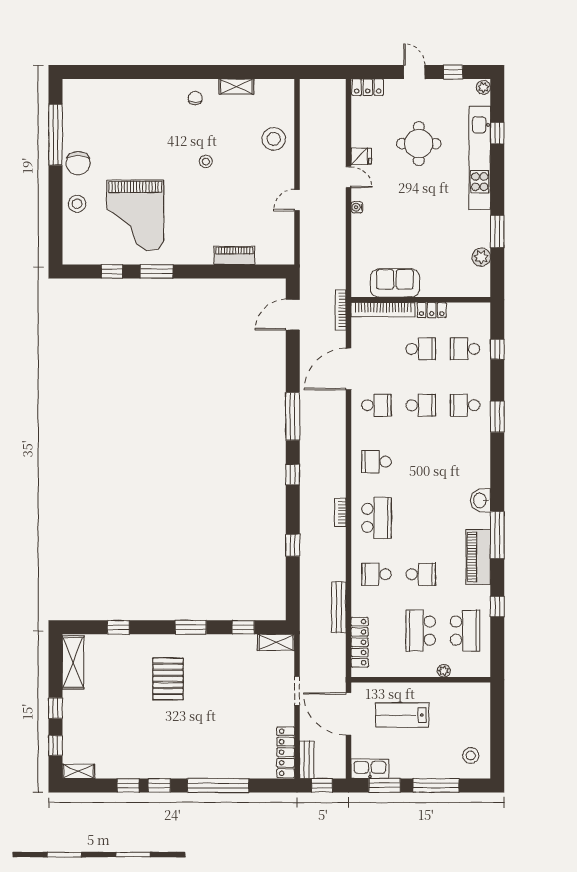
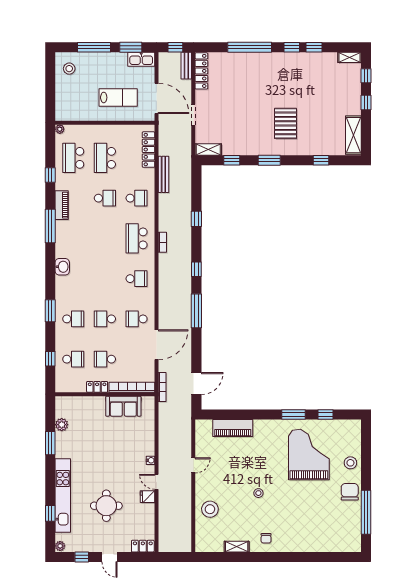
piano: (234, 255) -> (233, 428), width x1.37, depth x1.33
washbasin: (480, 500) -> (62, 267), moved
piano: (478, 557) -> (62, 205), width x0.73, depth x0.75
school desk: (421, 574) -> (105, 198), turned 180
school desk: (421, 631) -> (105, 158), turned 180
plant: (444, 671) -> (60, 129), moved

